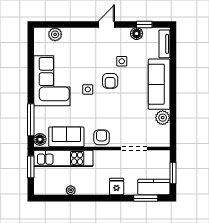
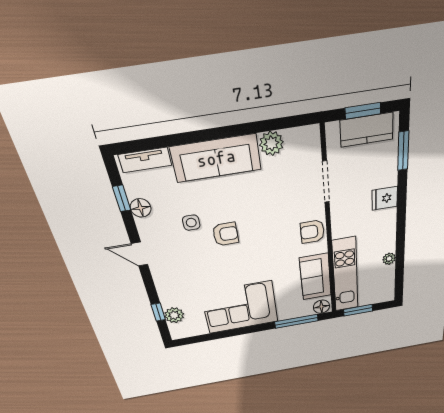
window: (60, 24) -> (158, 312), added
side table: (88, 89) -> (244, 262), removed
kitchen counter: (154, 187) -> (367, 130), moved, turned -90

